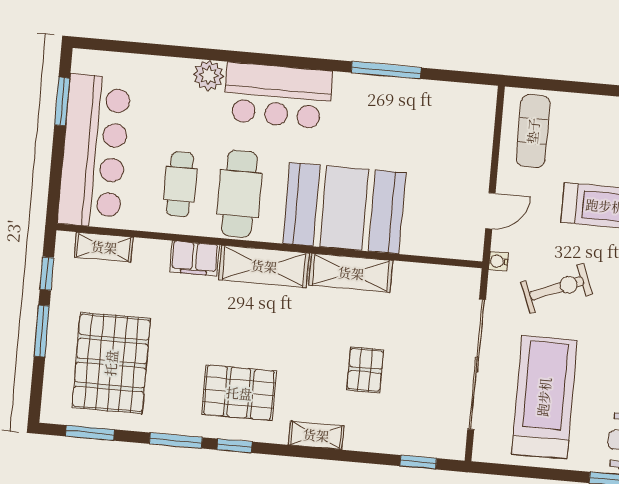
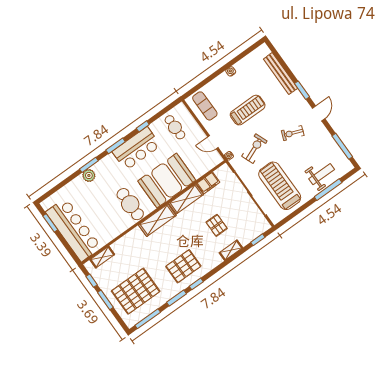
window: (225, 56) -> (89, 165), added
window: (305, 63) -> (116, 146), added
window: (386, 70) -> (143, 126), width x0.46
bar counter: (278, 96) -> (136, 149), moved
cafe table: (180, 184) -> (175, 127), moved
door: (490, 211) -> (213, 142), swing flipped
filing cabinet: (195, 258) -> (208, 183), moved
pallet: (111, 363) -> (136, 291), turned 90
window: (90, 433) -> (148, 319), width x1.44
shelving: (316, 435) -> (231, 250), moved

